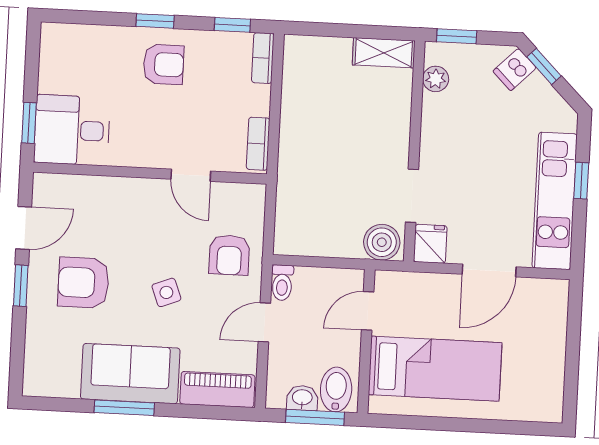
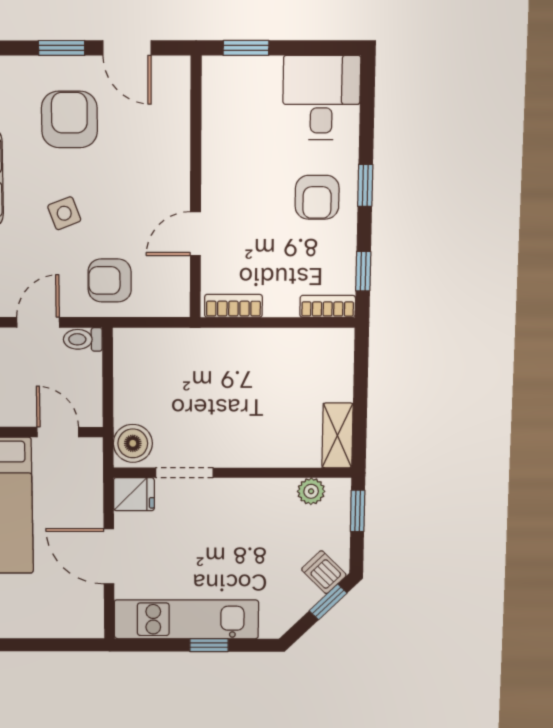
desk: (72, 130) -> (322, 98), moved
door: (264, 322) -> (38, 322), hinge flipped

